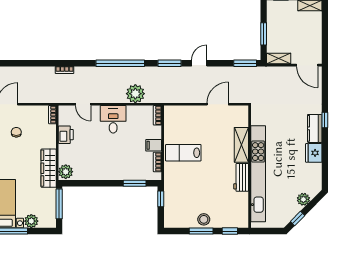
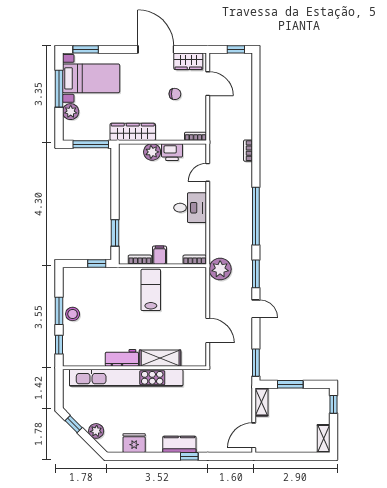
plant: (135, 94) -> (220, 269), moved
fridge: (314, 153) -> (134, 443), moved
plant: (66, 172) -> (152, 152), moved

